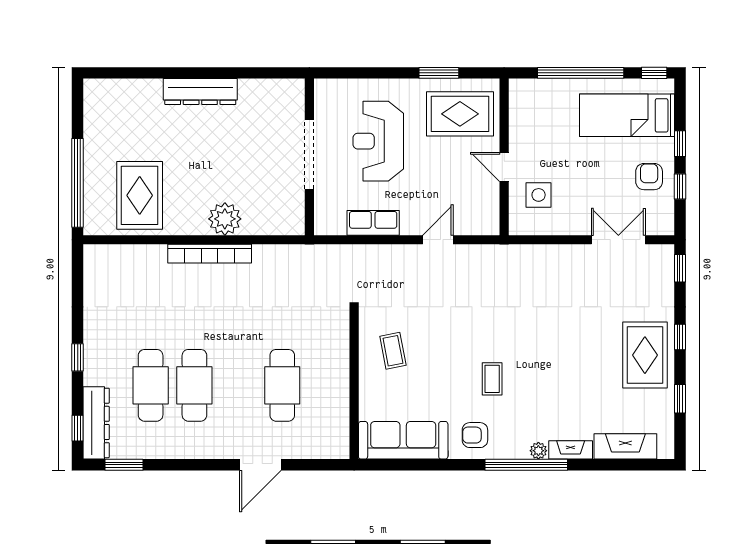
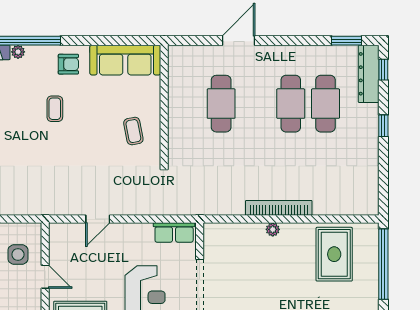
plant: (225, 219) -> (273, 229), width x0.53, depth x0.53
row of seats: (373, 223) -> (174, 232), moved

